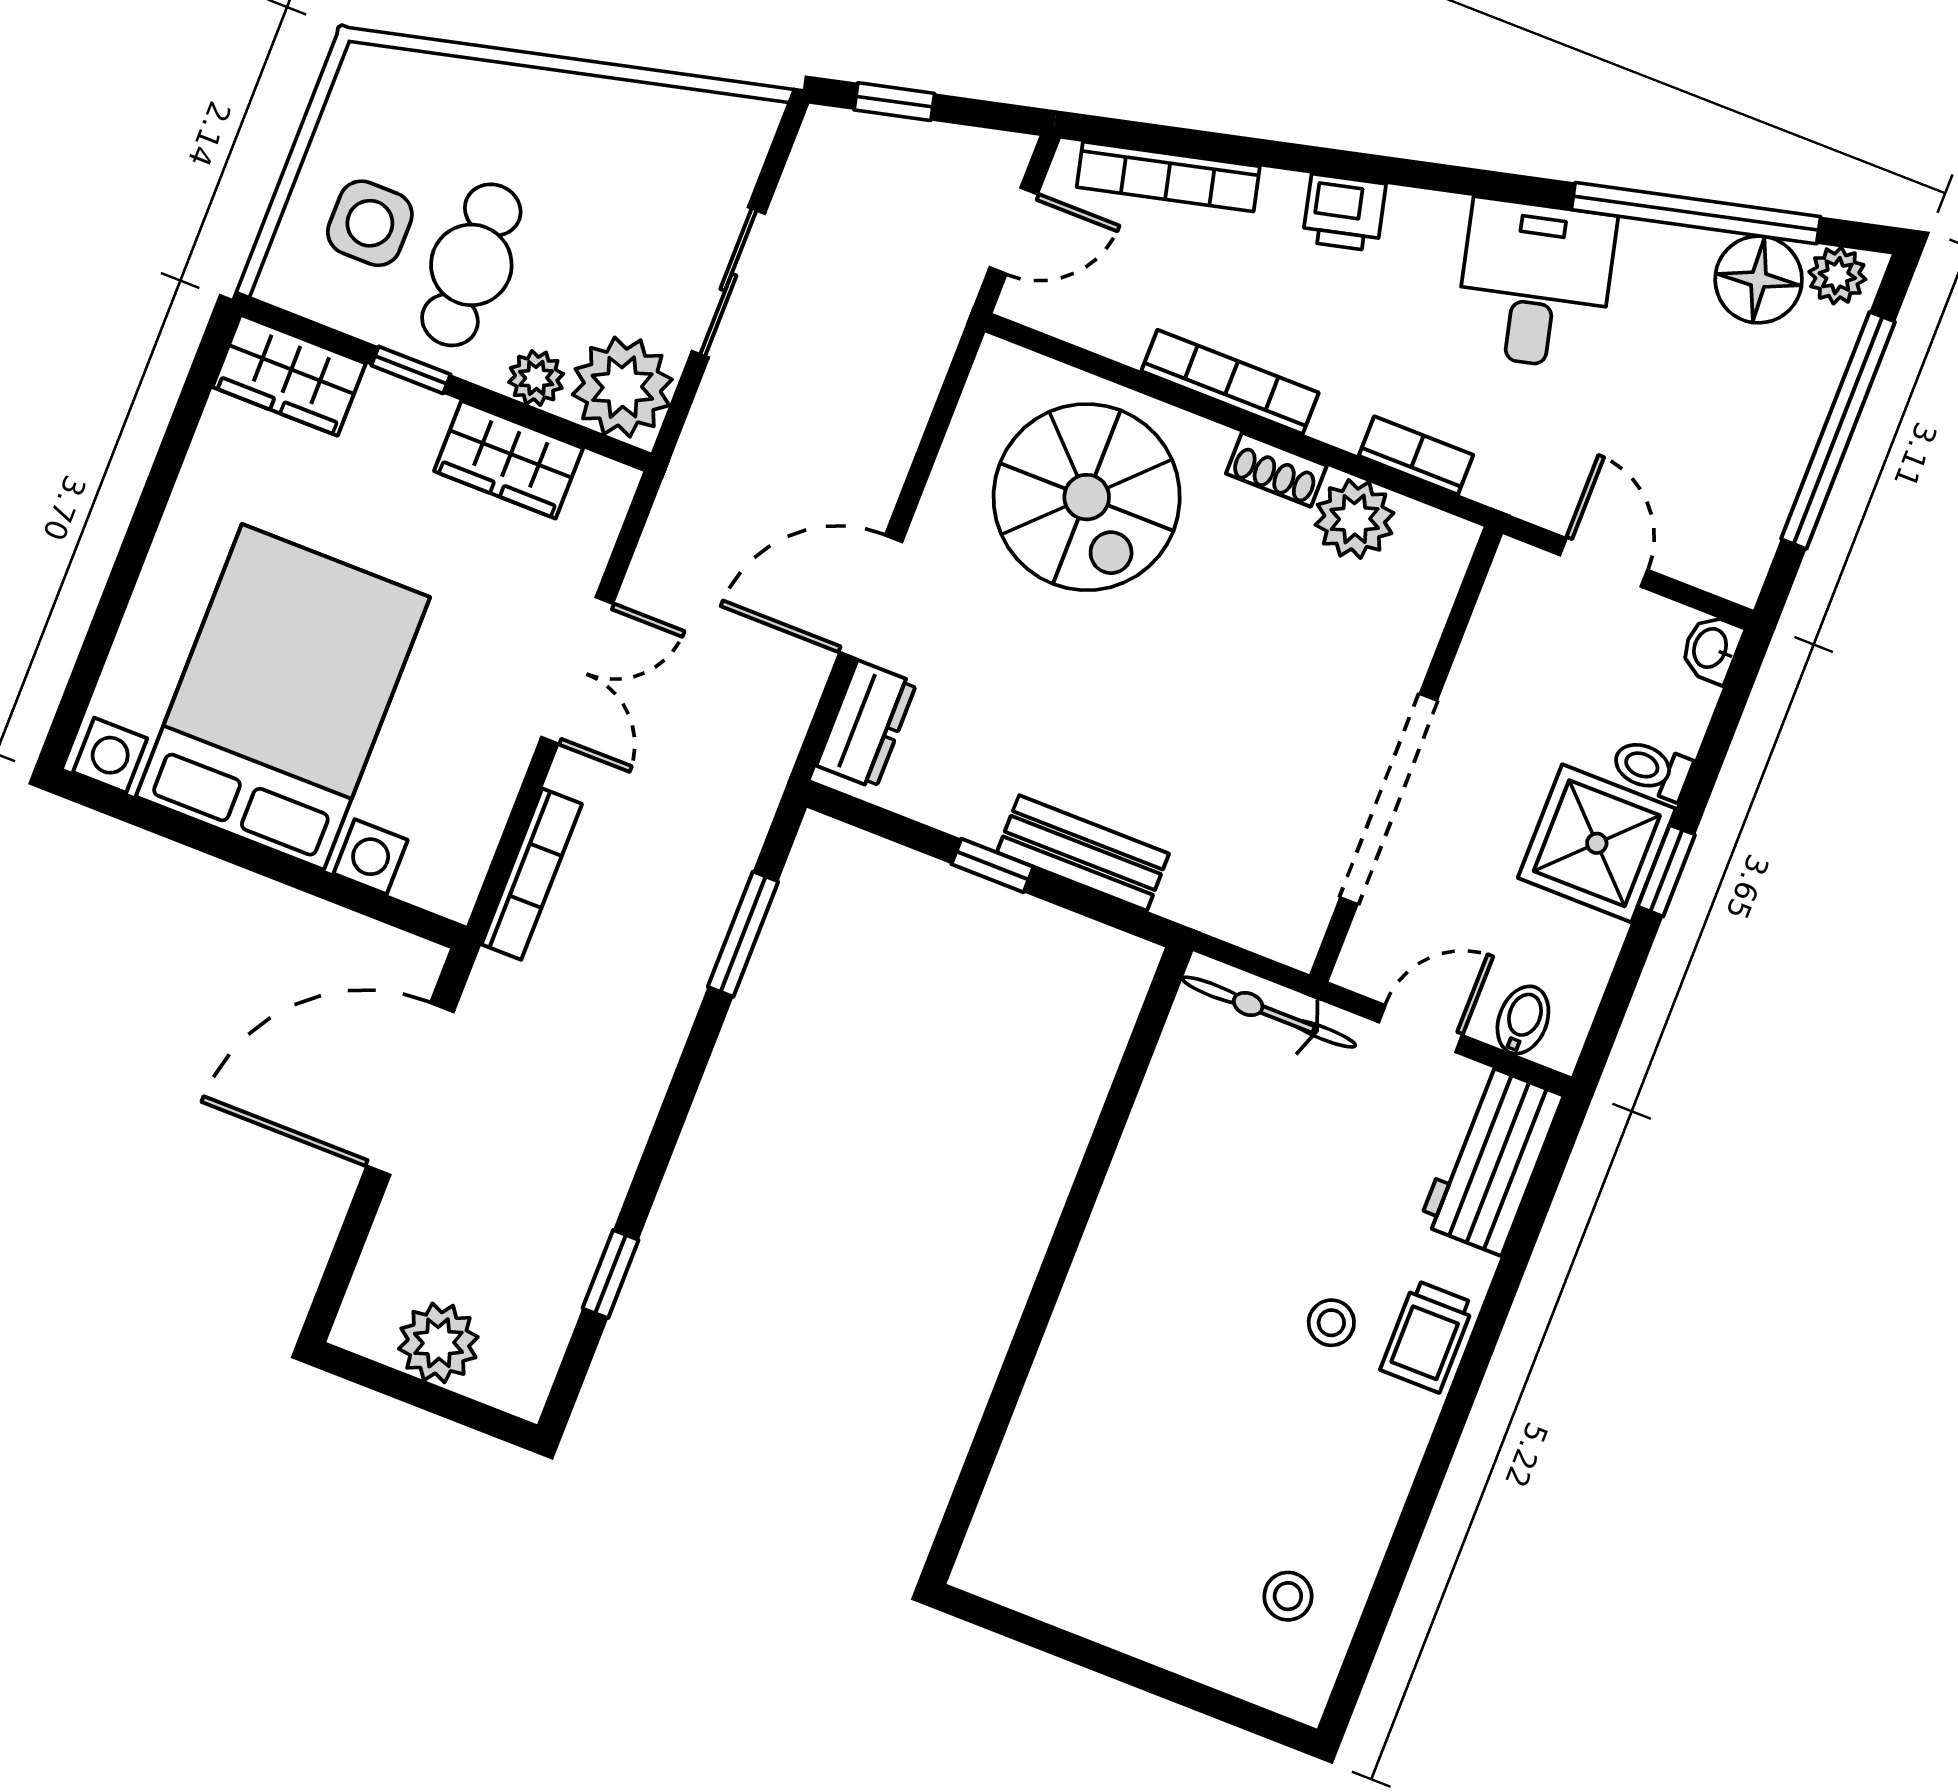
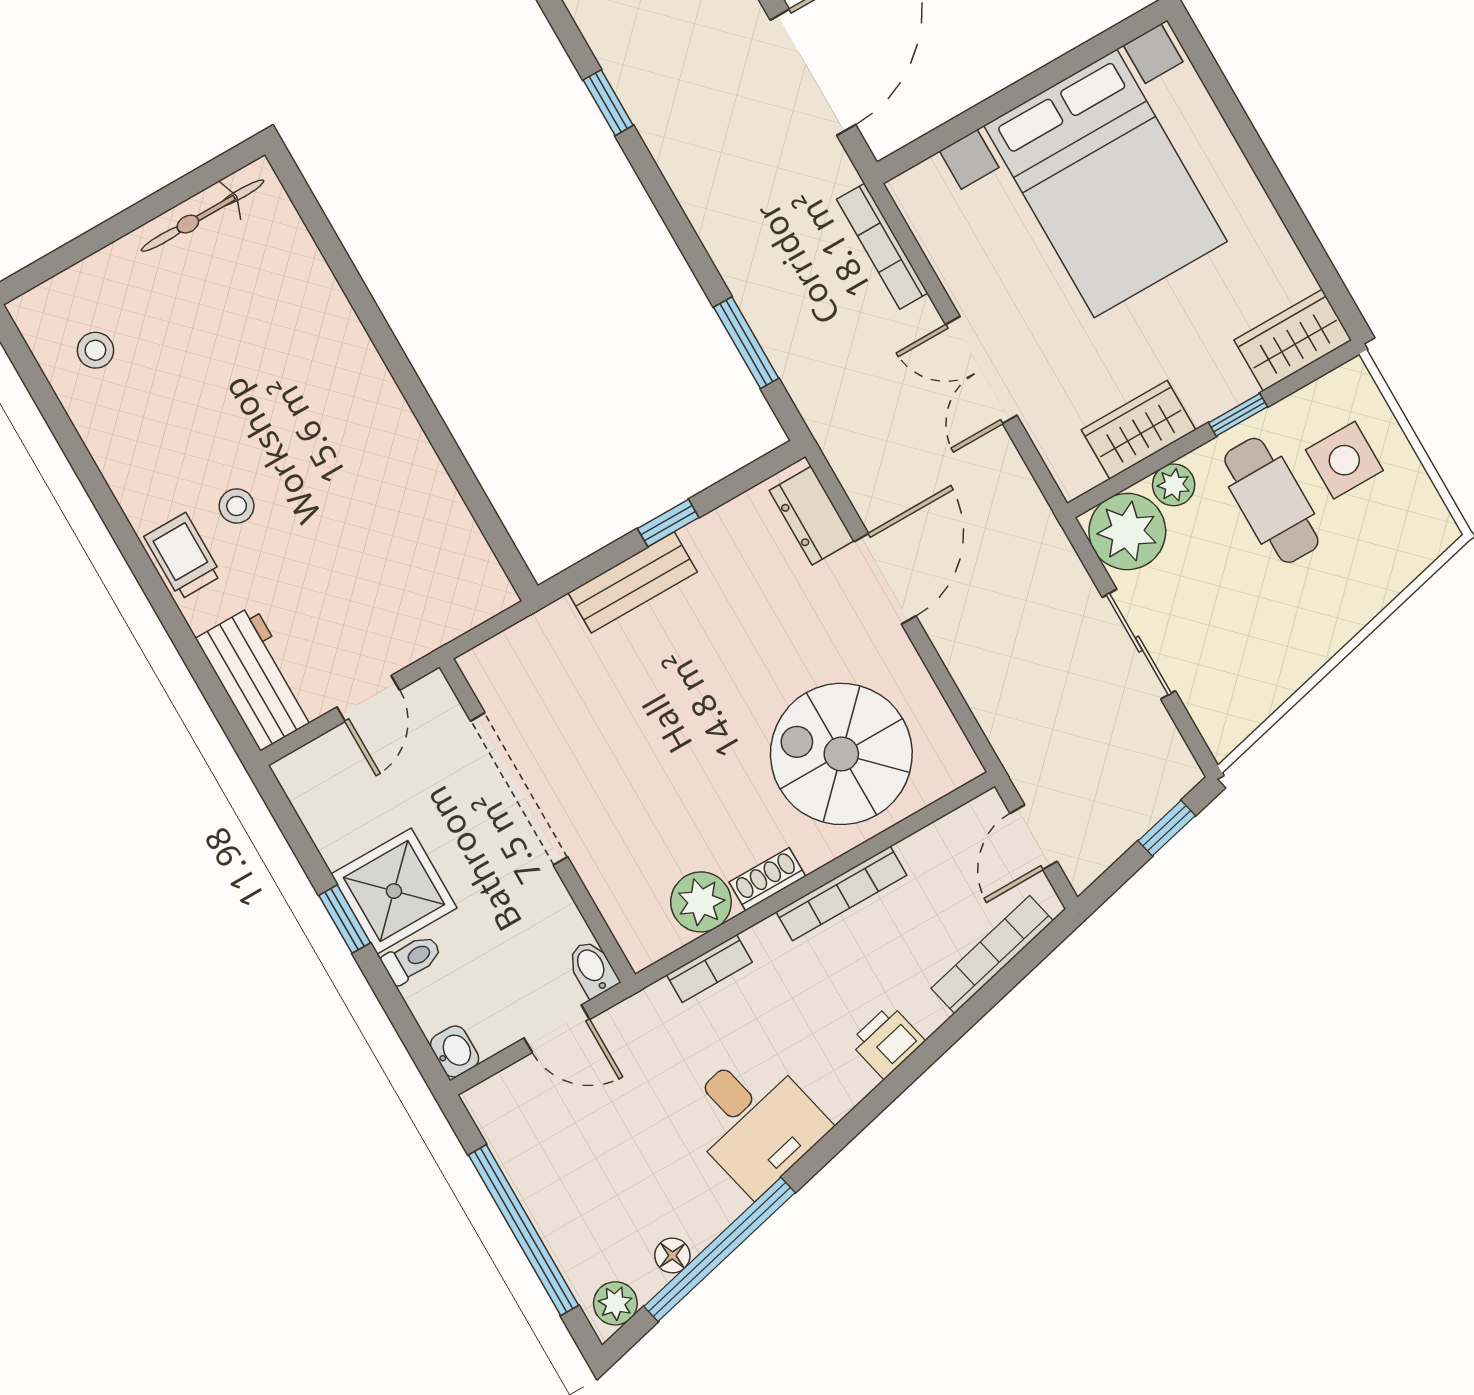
floor lamp: (1759, 280) -> (672, 1255), width x0.53, depth x0.53
bicycle: (1269, 1012) -> (203, 216), moved, turned 180
bidet: (1523, 1020) -> (593, 968), moved, turned 180

